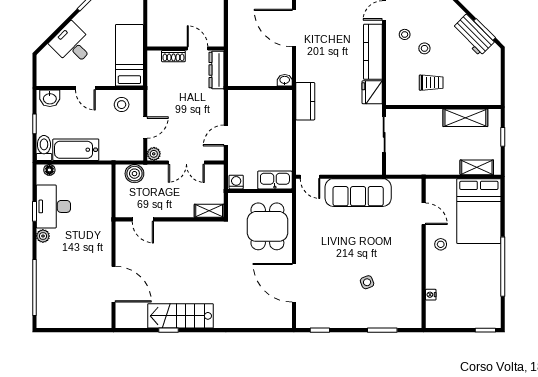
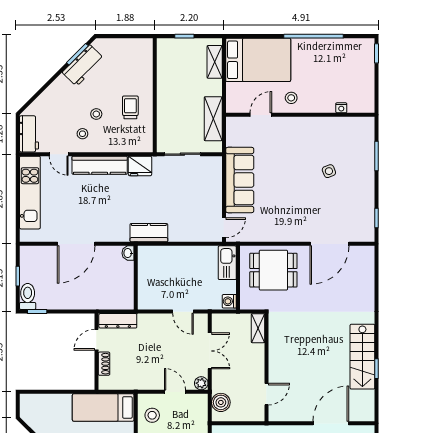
shelving: (465, 118) -> (213, 119), moved

